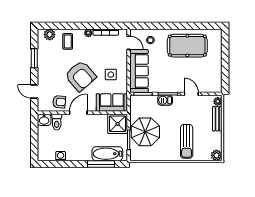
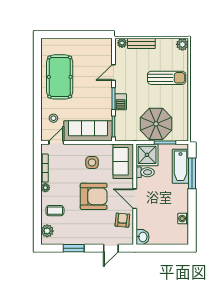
armchair: (80, 76) -> (94, 196), turned 41
toilet: (57, 122) -> (145, 172), moved

